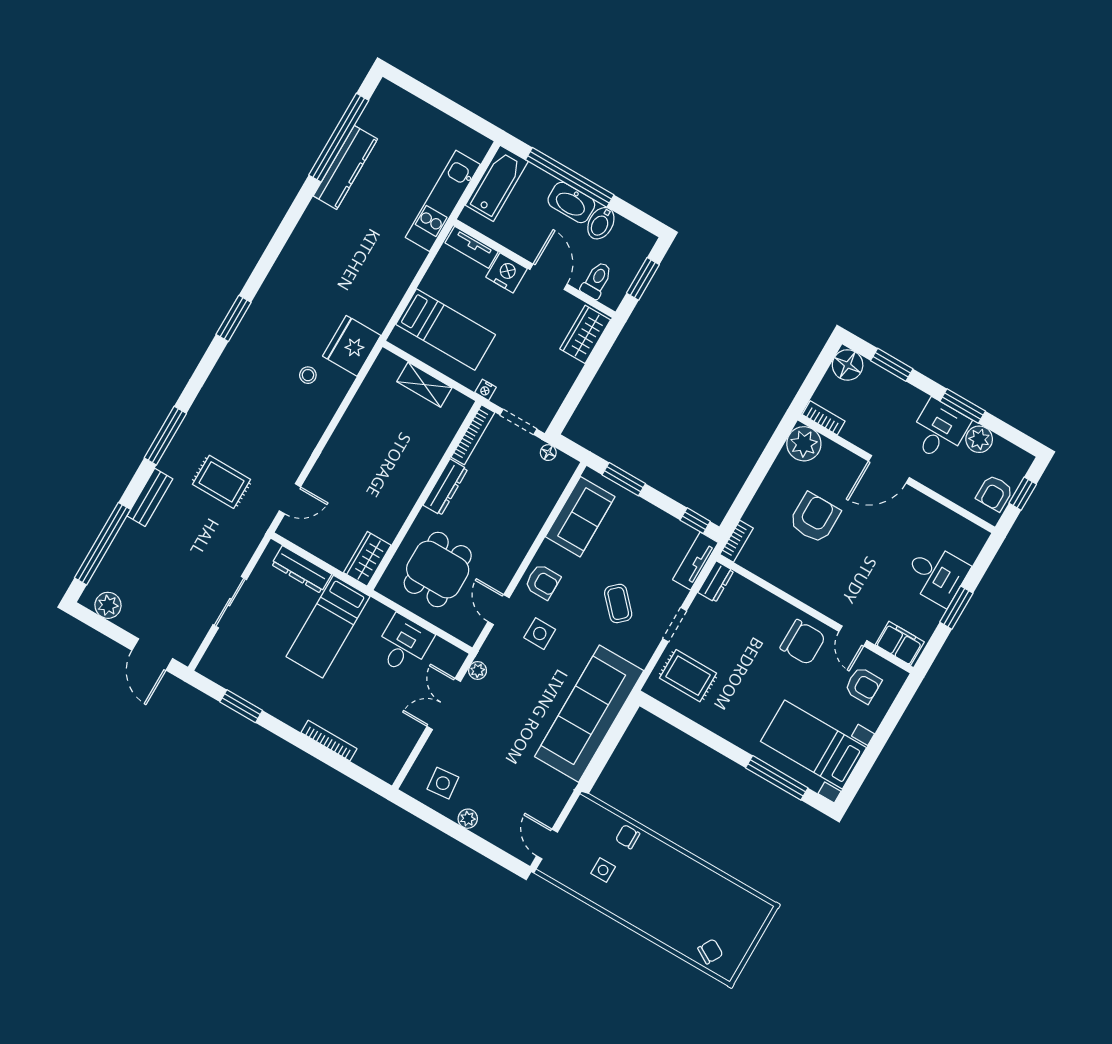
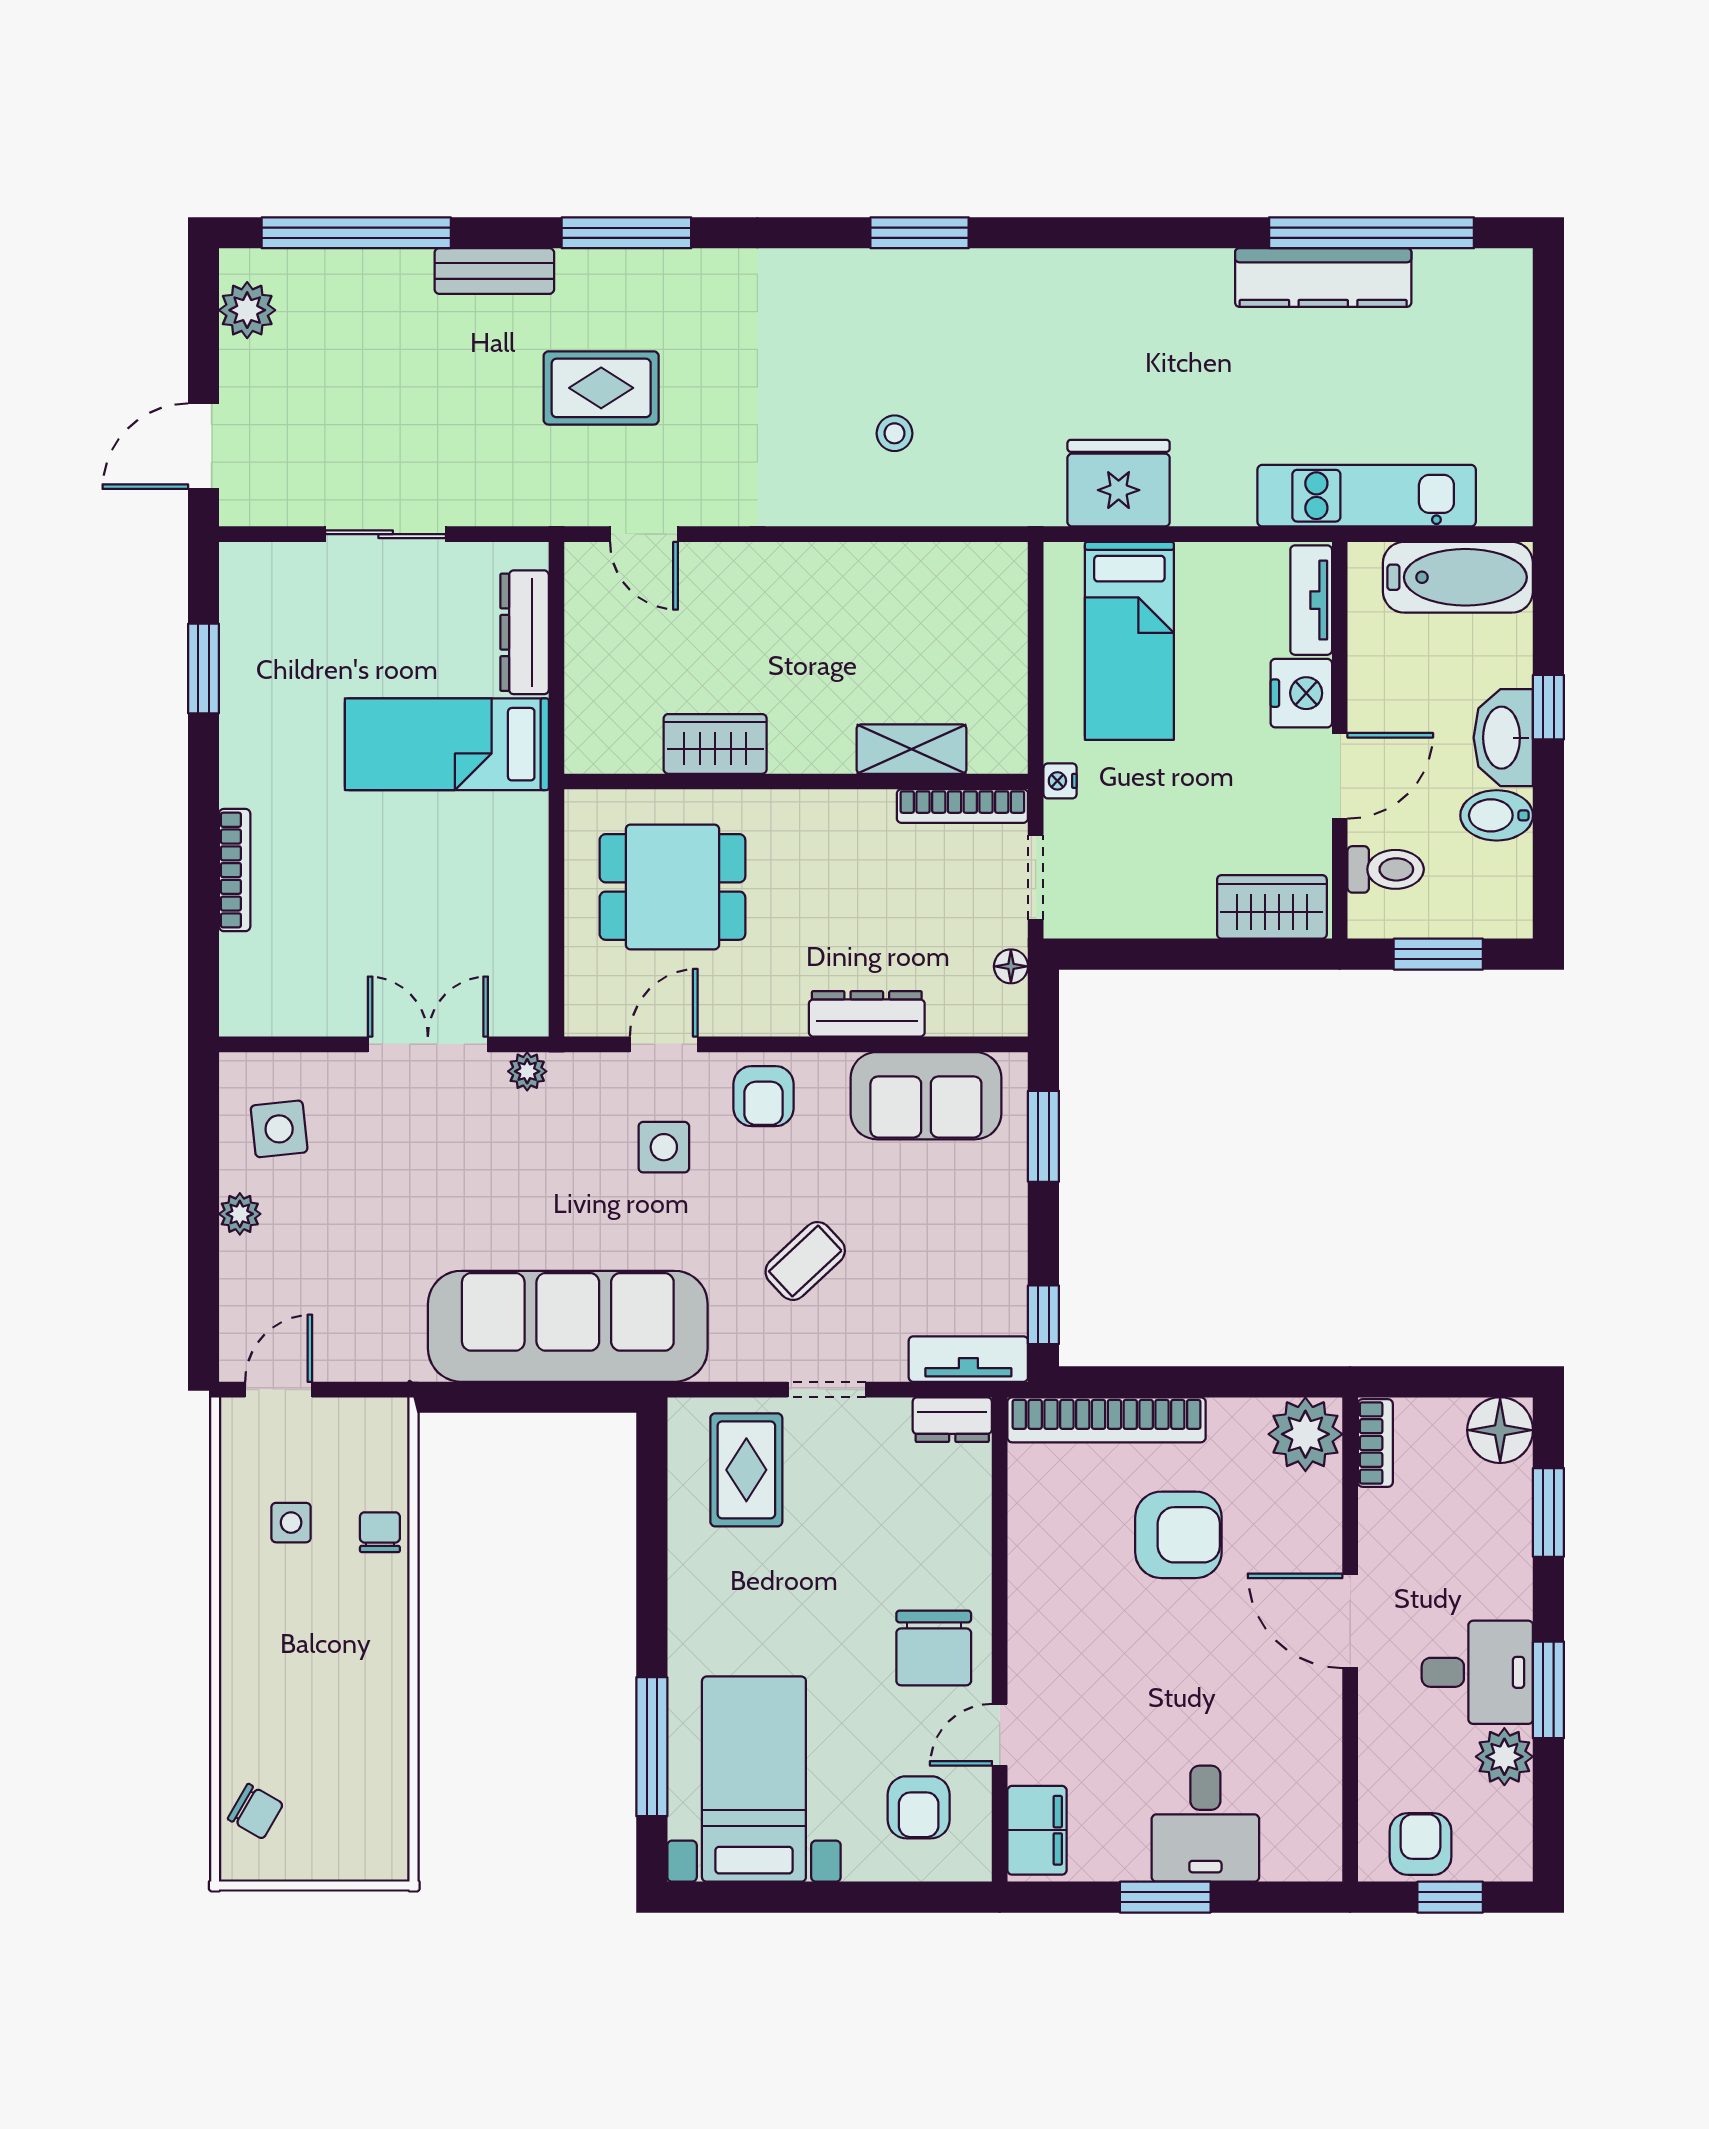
window: (570, 177) -> (1548, 707), width x0.32
fridge: (352, 346) -> (1119, 483), moved
shelving: (424, 385) -> (912, 749), moved, turned 90
rug: (222, 482) -> (601, 388), turned 90
dresser: (445, 487) -> (867, 1014), moved, turned 180
armchair: (995, 493) -> (1420, 1844), turned 90
bookcase: (737, 541) -> (1106, 1420), width x2.31, depth x1.31
wardrobe: (367, 559) -> (715, 744), moved
desk: (404, 644) -> (495, 905), removed

